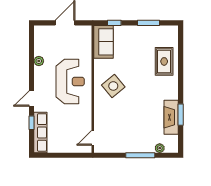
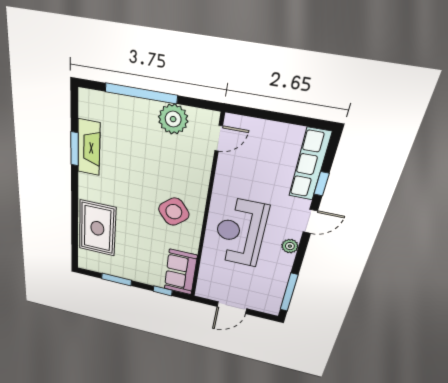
window: (31, 46) -> (289, 292), added
plant: (39, 61) -> (290, 246), moved
rug: (164, 61) -> (97, 228), width x1.36, depth x1.43
plant: (160, 148) -> (173, 119), moved, width x1.88, depth x1.88
window: (140, 155) -> (141, 93), width x1.46

